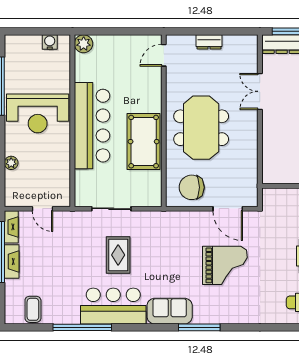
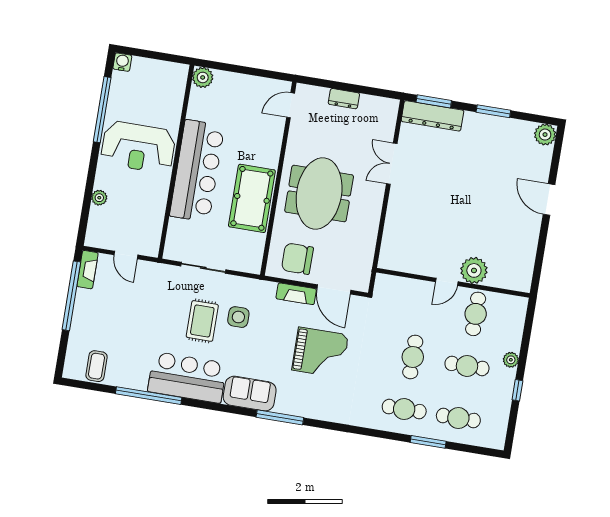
water cooler: (50, 42) -> (122, 62), moved
side table: (149, 246) -> (238, 317), added
fireplace: (12, 261) -> (296, 294), moved, turned 90

